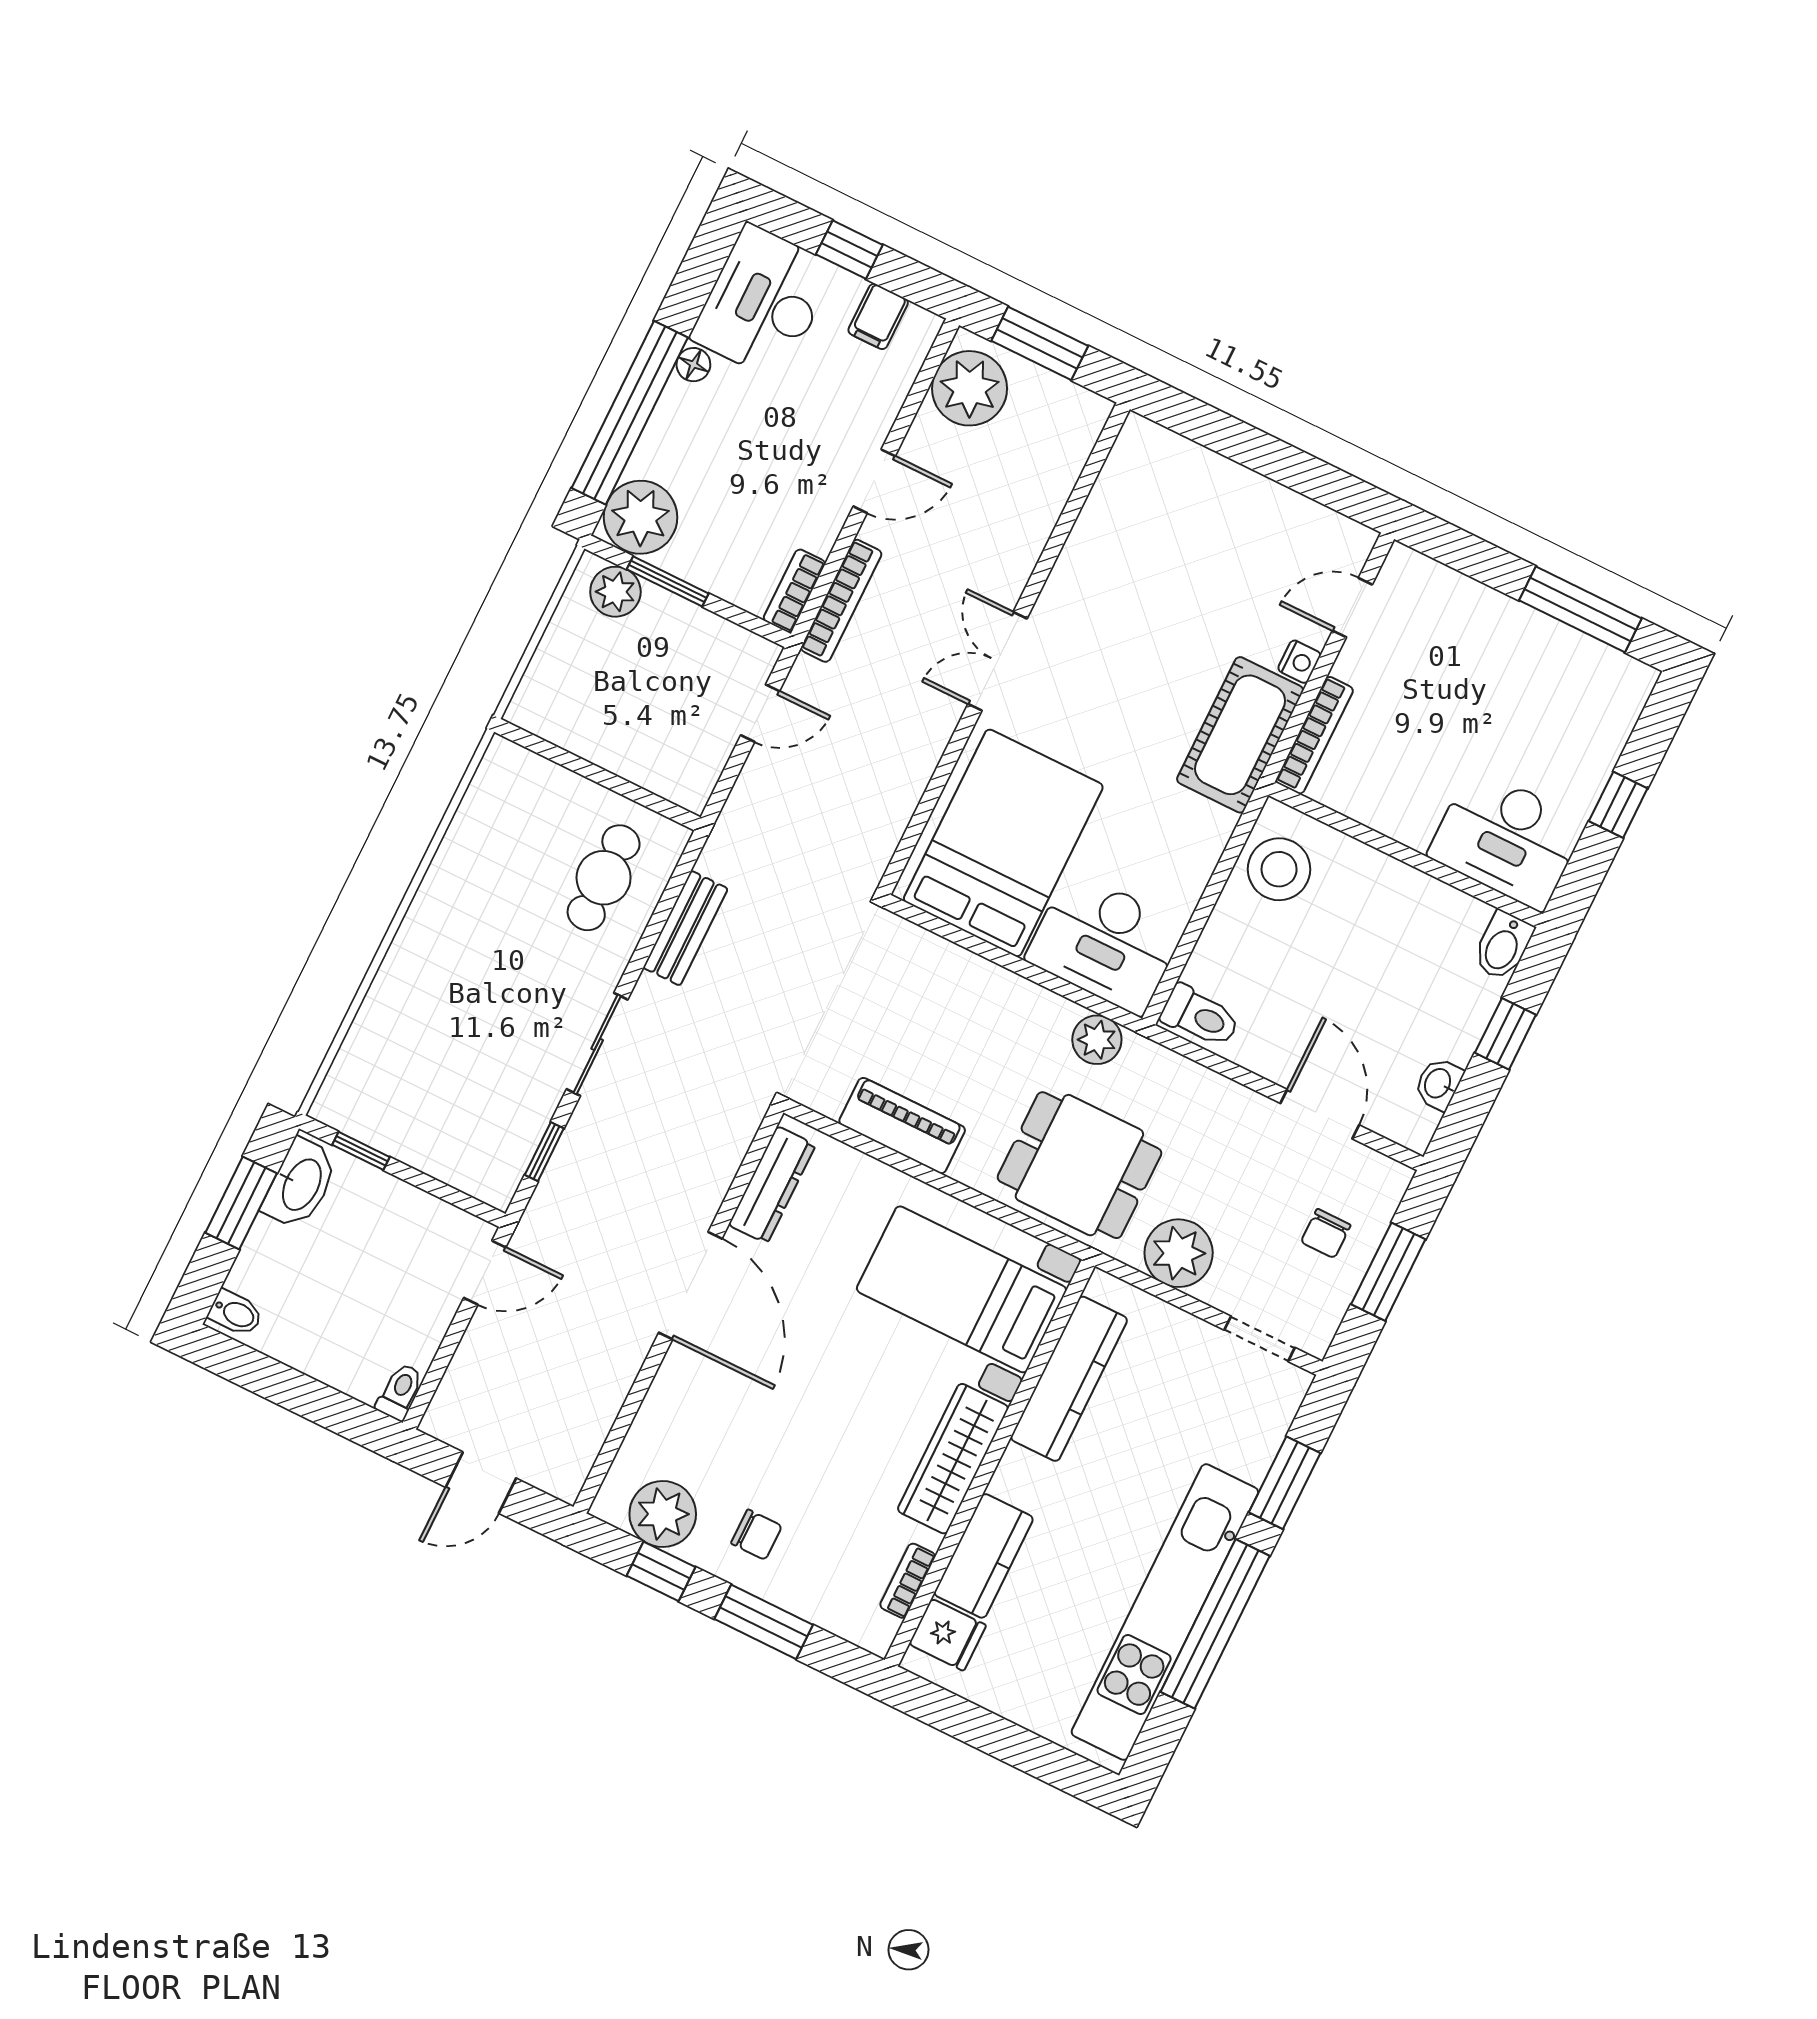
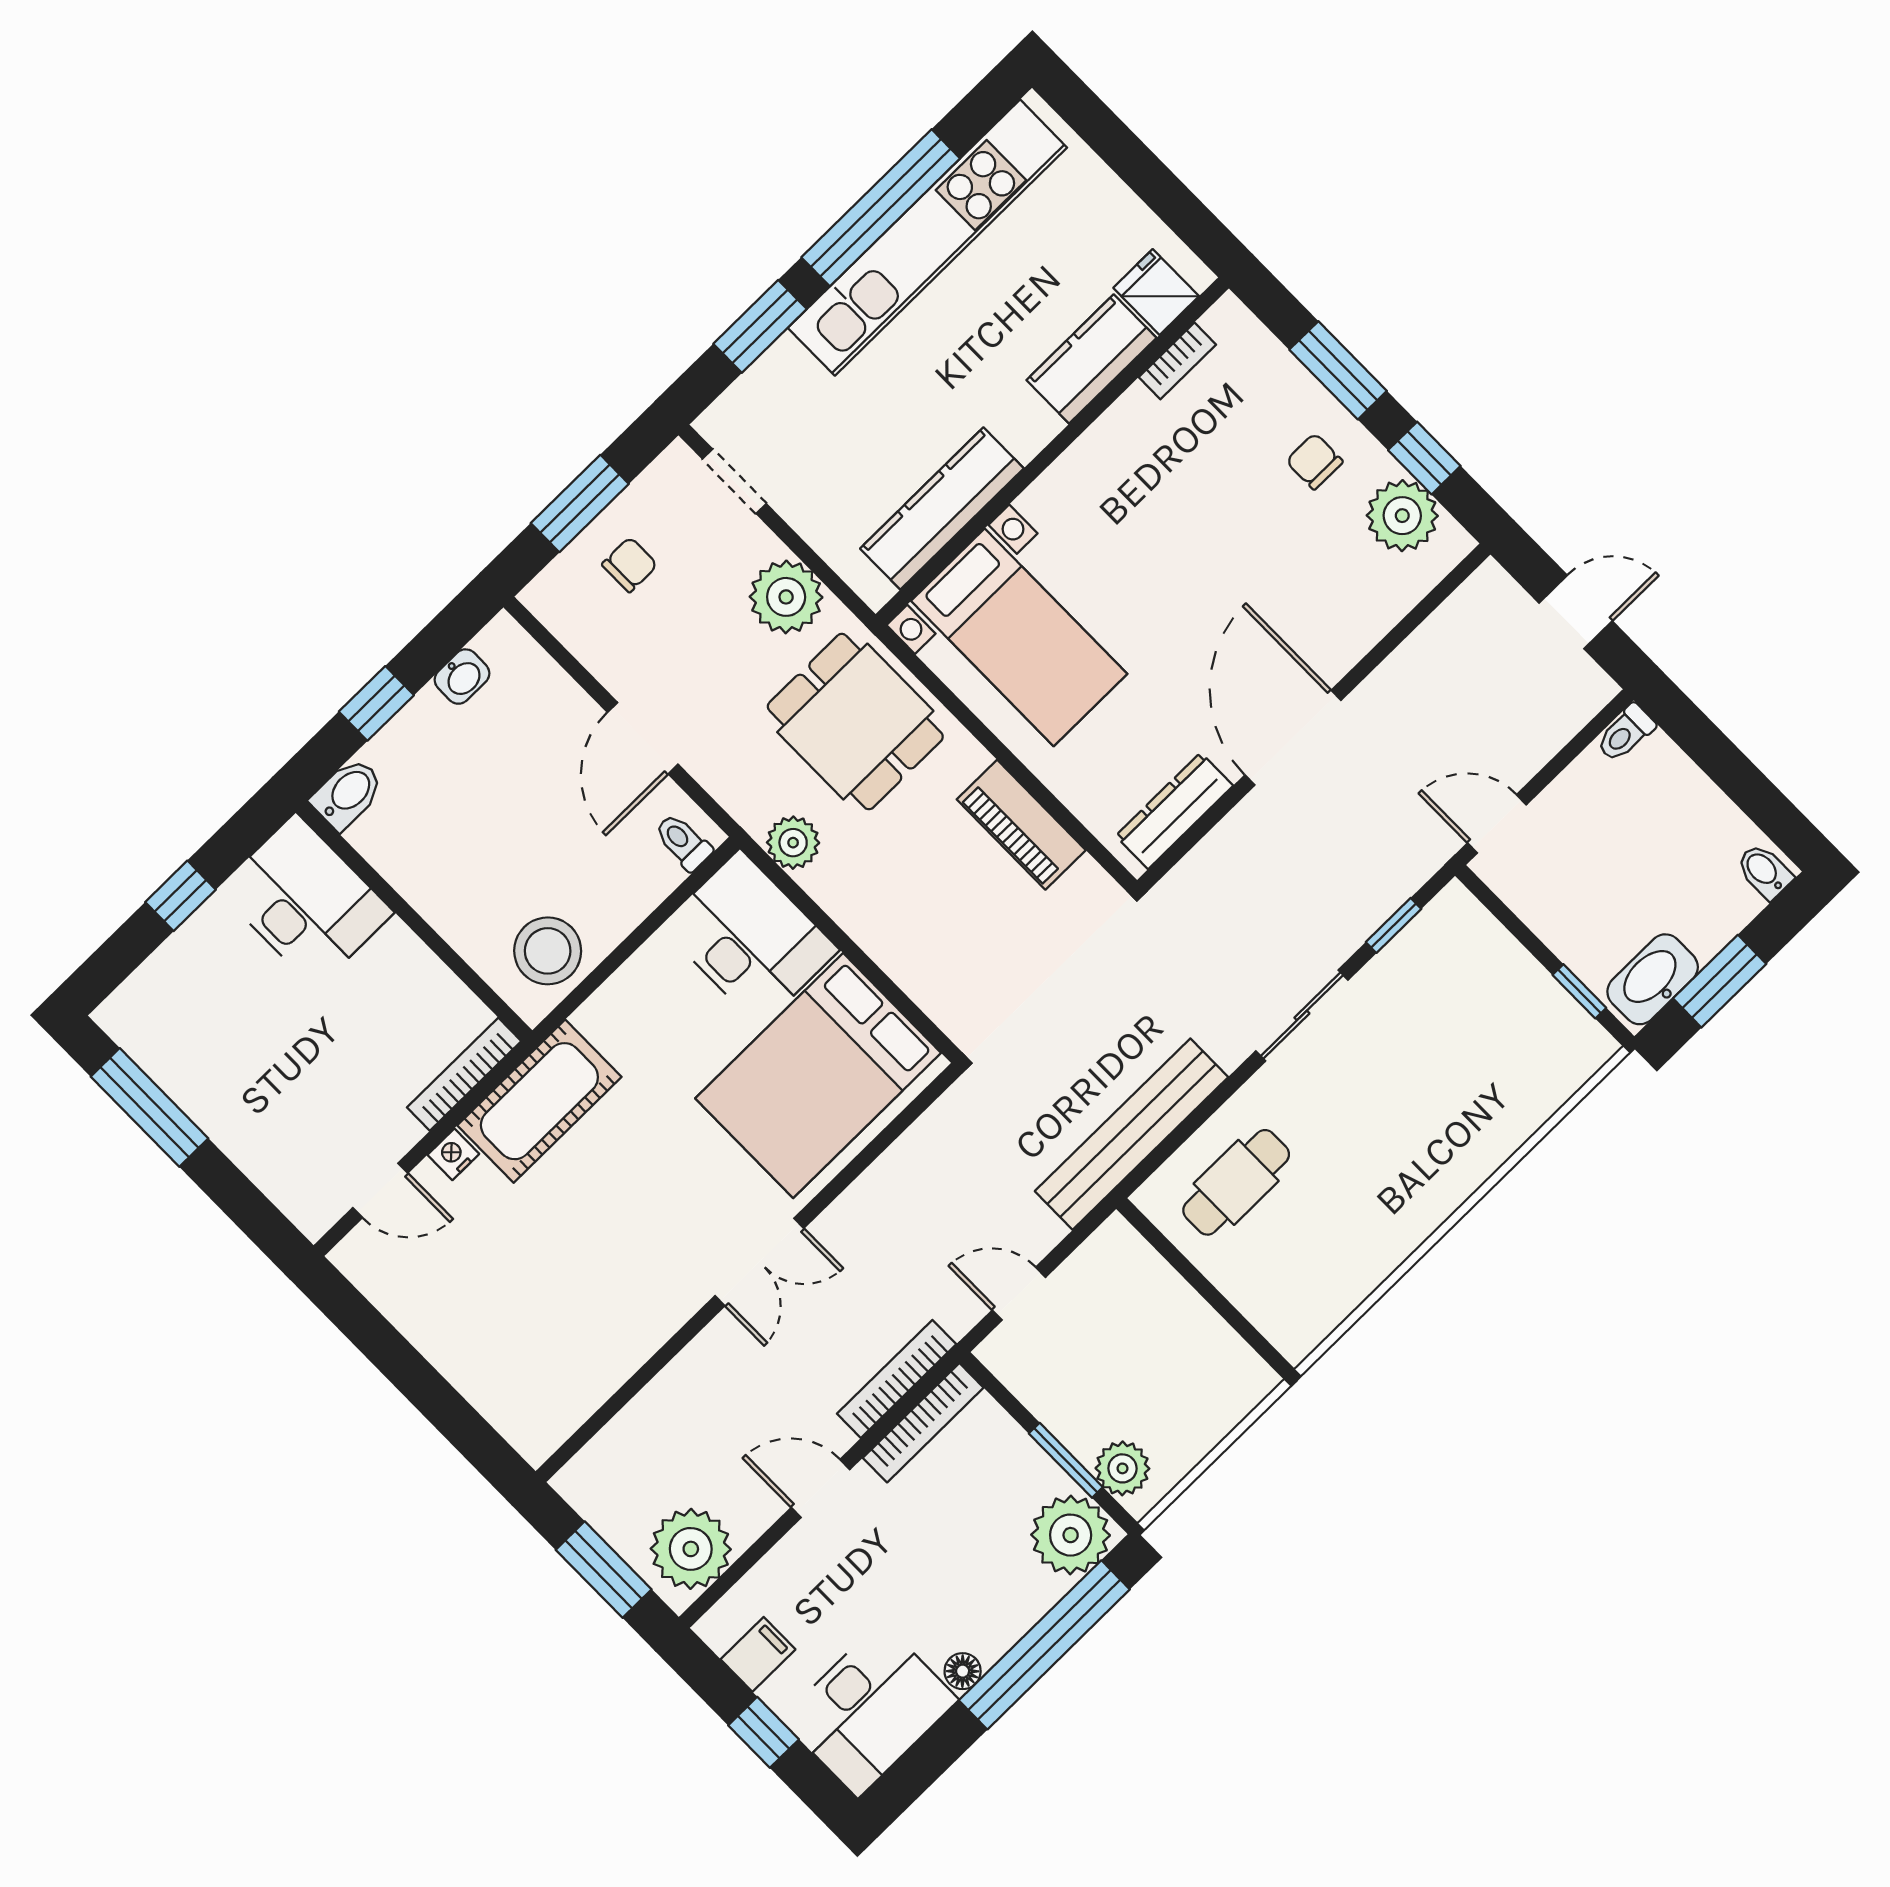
bookcase: (794, 591) -> (923, 1423), width x1.56
bench: (685, 928) -> (1132, 1134), width x1.86, depth x1.21
toilet: (1200, 1016) -> (683, 842), width x0.73, depth x0.72
door: (1320, 1114) -> (643, 738), moved
wardrobe: (953, 1459) -> (1088, 469), removed

